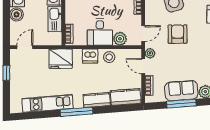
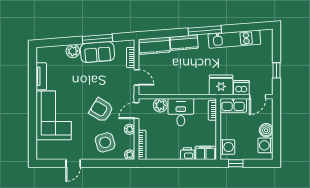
kitchen sink: (55, 19) -> (233, 105), moved, turned 90
armchair: (178, 34) -> (101, 110), turned 121
plant: (150, 53) -> (130, 129), moved
dishwasher: (90, 56) -> (241, 88), moved
stool: (109, 57) -> (171, 87), removed

